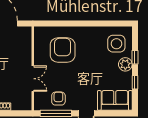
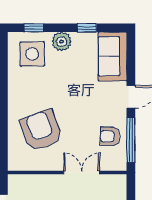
armchair: (63, 50) -> (41, 130), turned 70
window: (135, 57) -> (34, 28), moved

